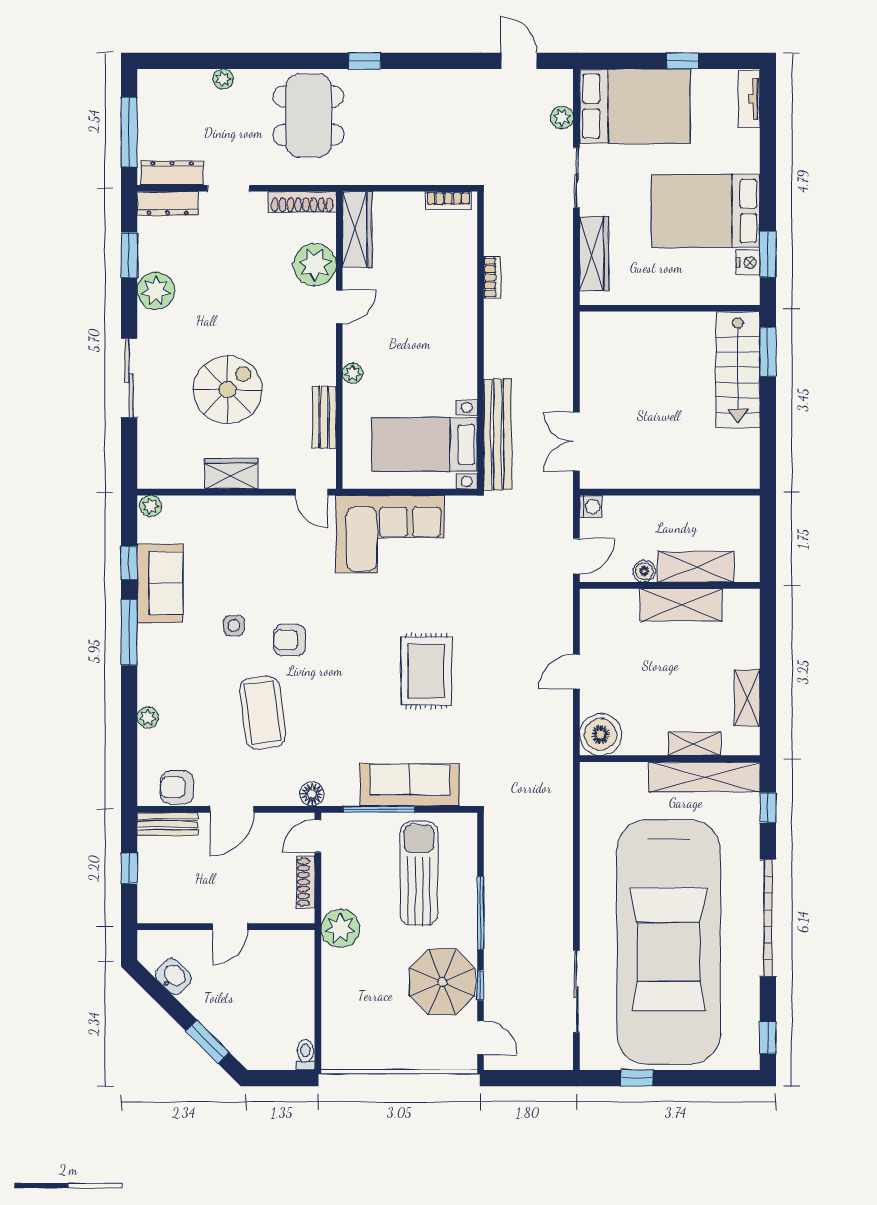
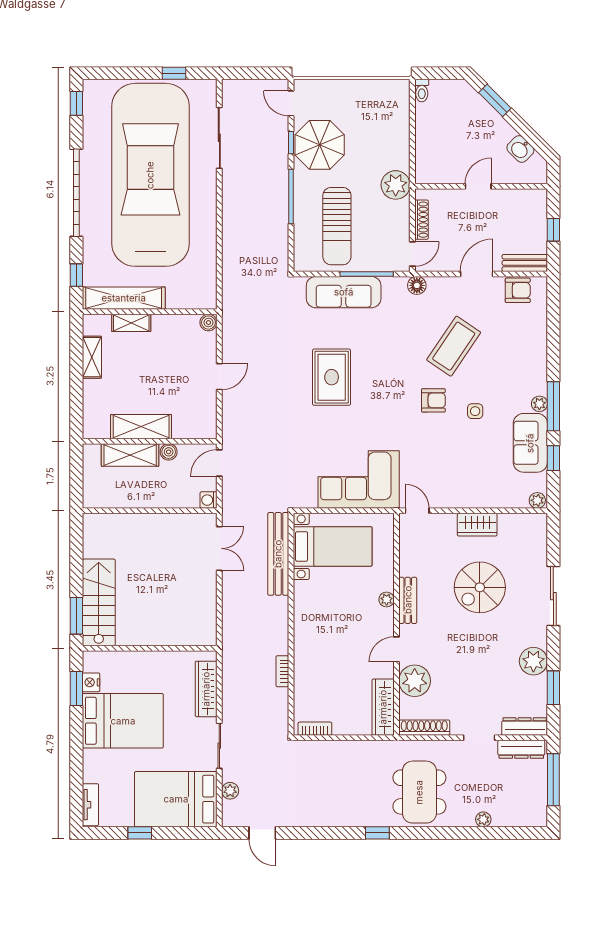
bench: (324, 417) -> (408, 600), moved
coffee table: (263, 713) -> (454, 346), turned 41
plant: (148, 717) -> (539, 404), moved
boiler: (601, 735) -> (208, 323), width x0.54, depth x0.54

